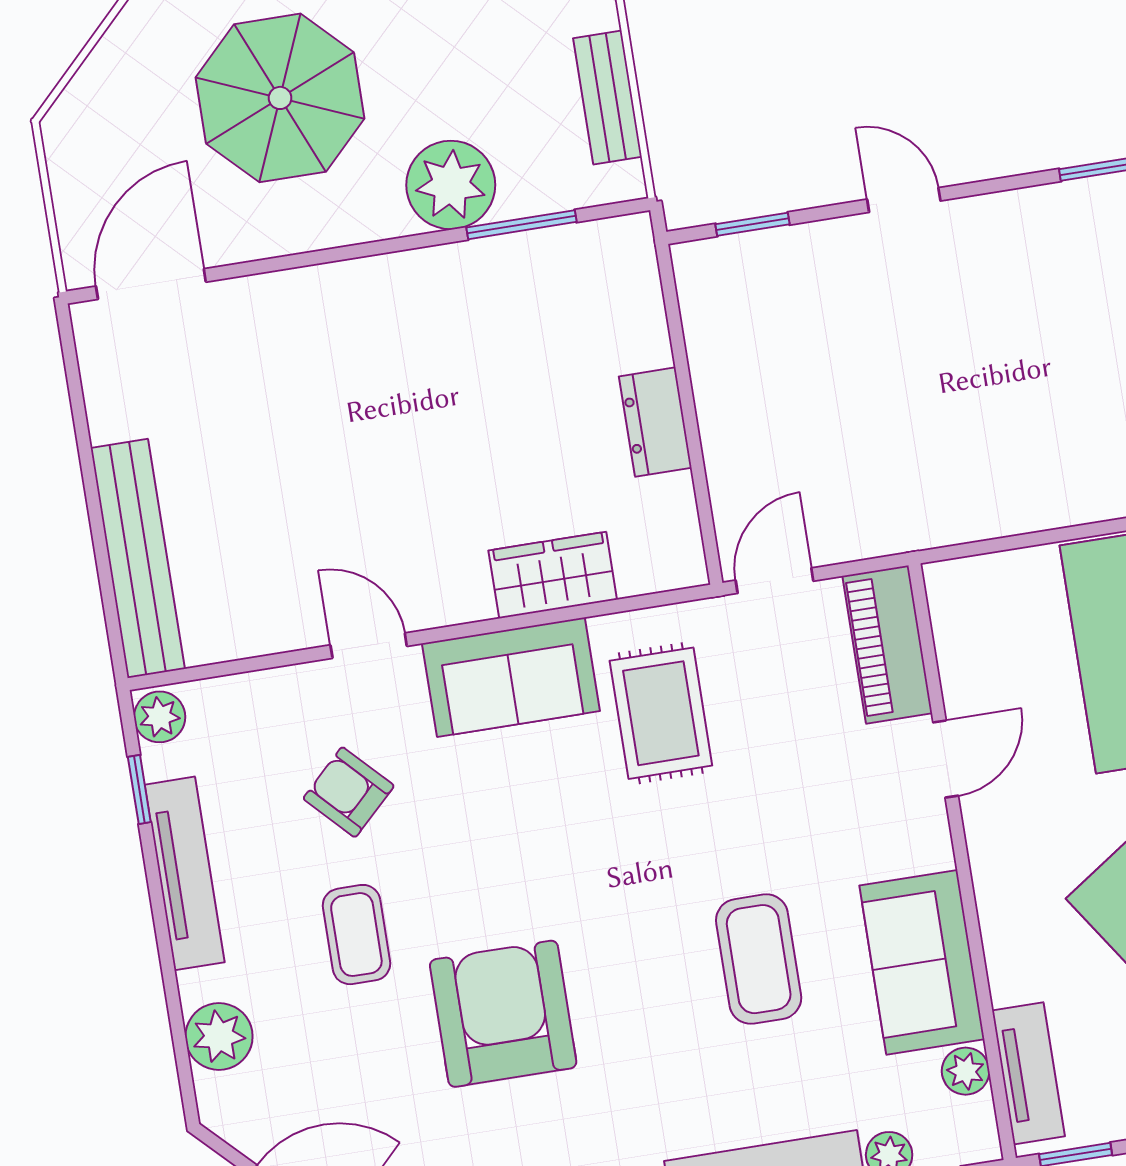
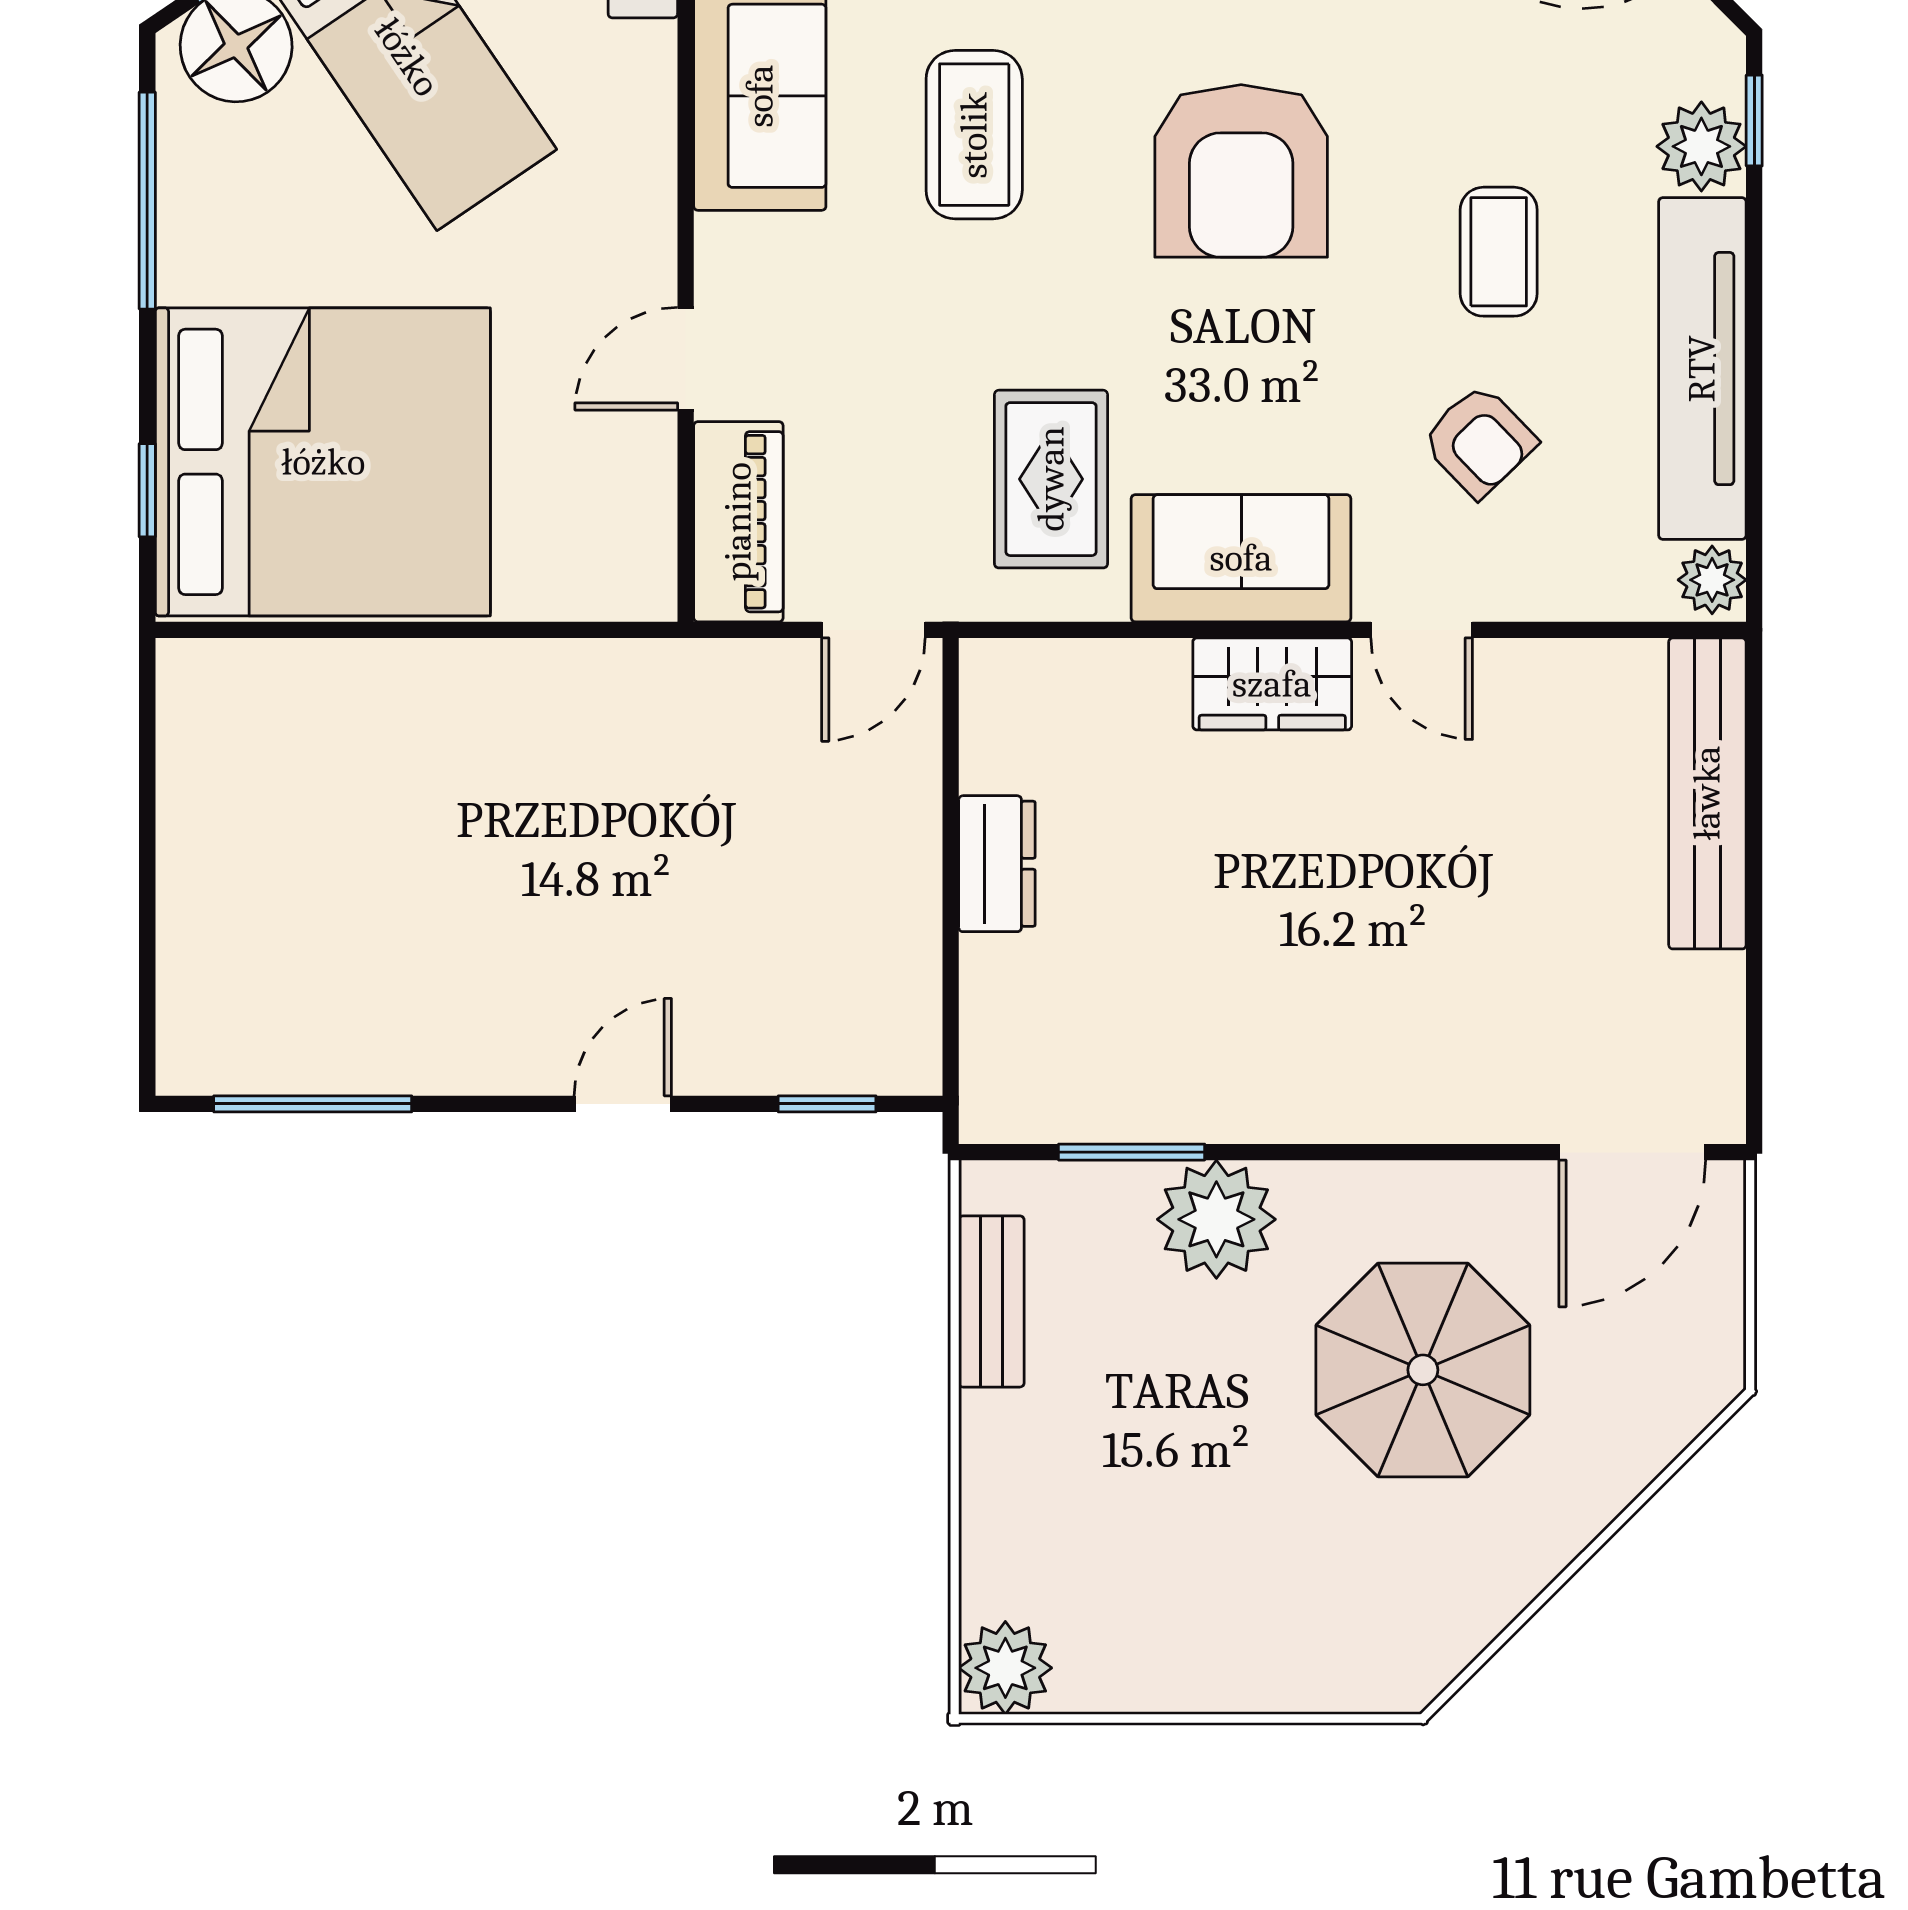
door: (904, 200) -> (623, 1104), swing flipped
wardrobe: (553, 575) -> (1272, 684), moved
window: (139, 790) -> (1754, 121), moved
tv unit: (185, 873) -> (1702, 369), width x1.36, depth x1.29
armchair: (503, 1014) -> (1241, 171), moved

